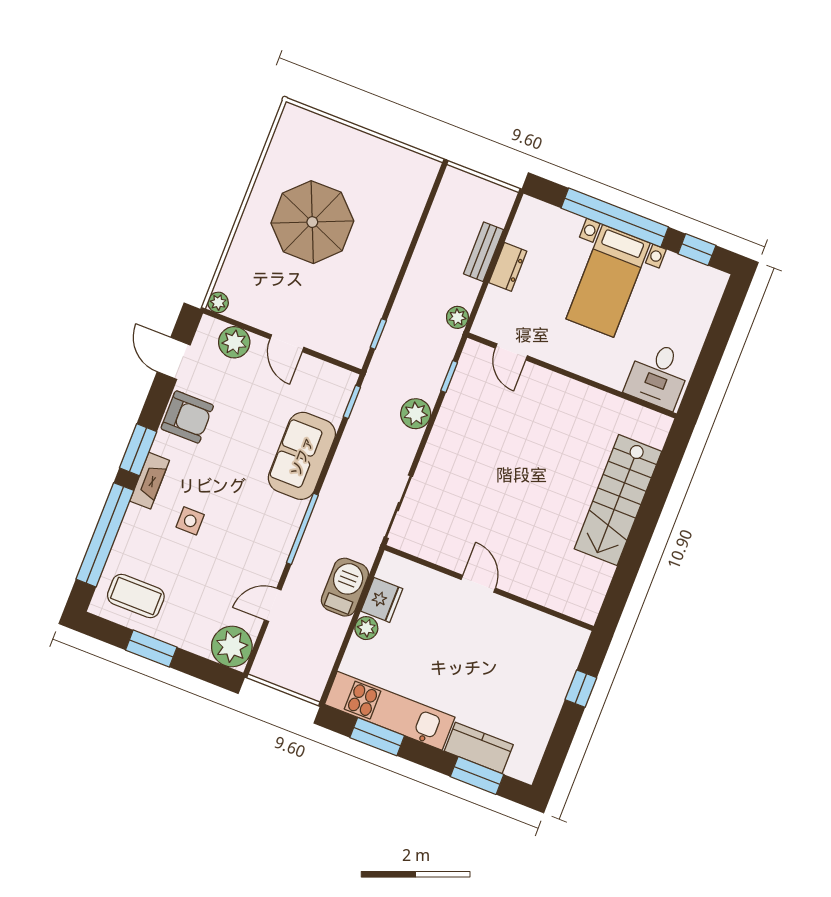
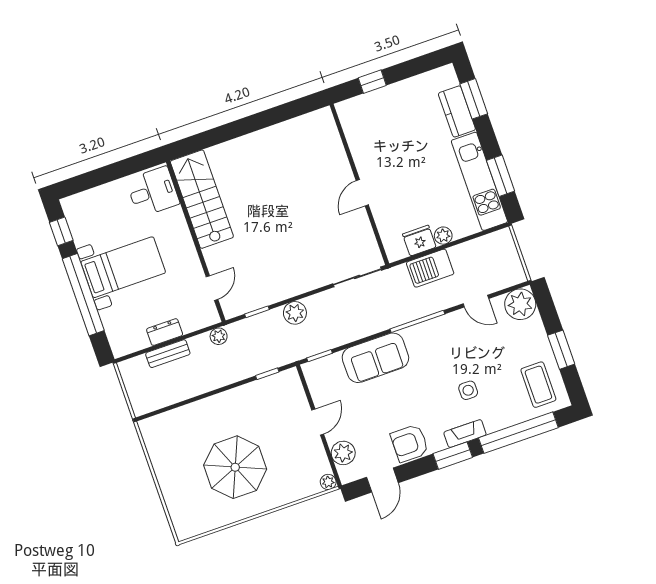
armchair: (187, 417) -> (410, 443), turned -90
stairs: (618, 500) -> (202, 199), moved, turned -90

